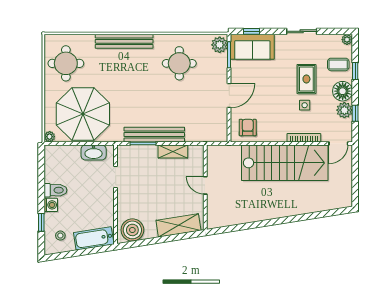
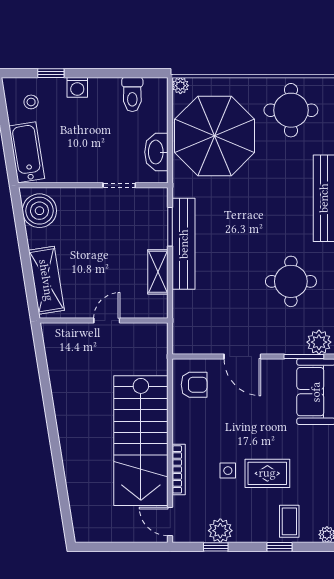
floor lamp: (343, 91) -> (249, 528), removed
toilet: (55, 190) -> (132, 95), moved

